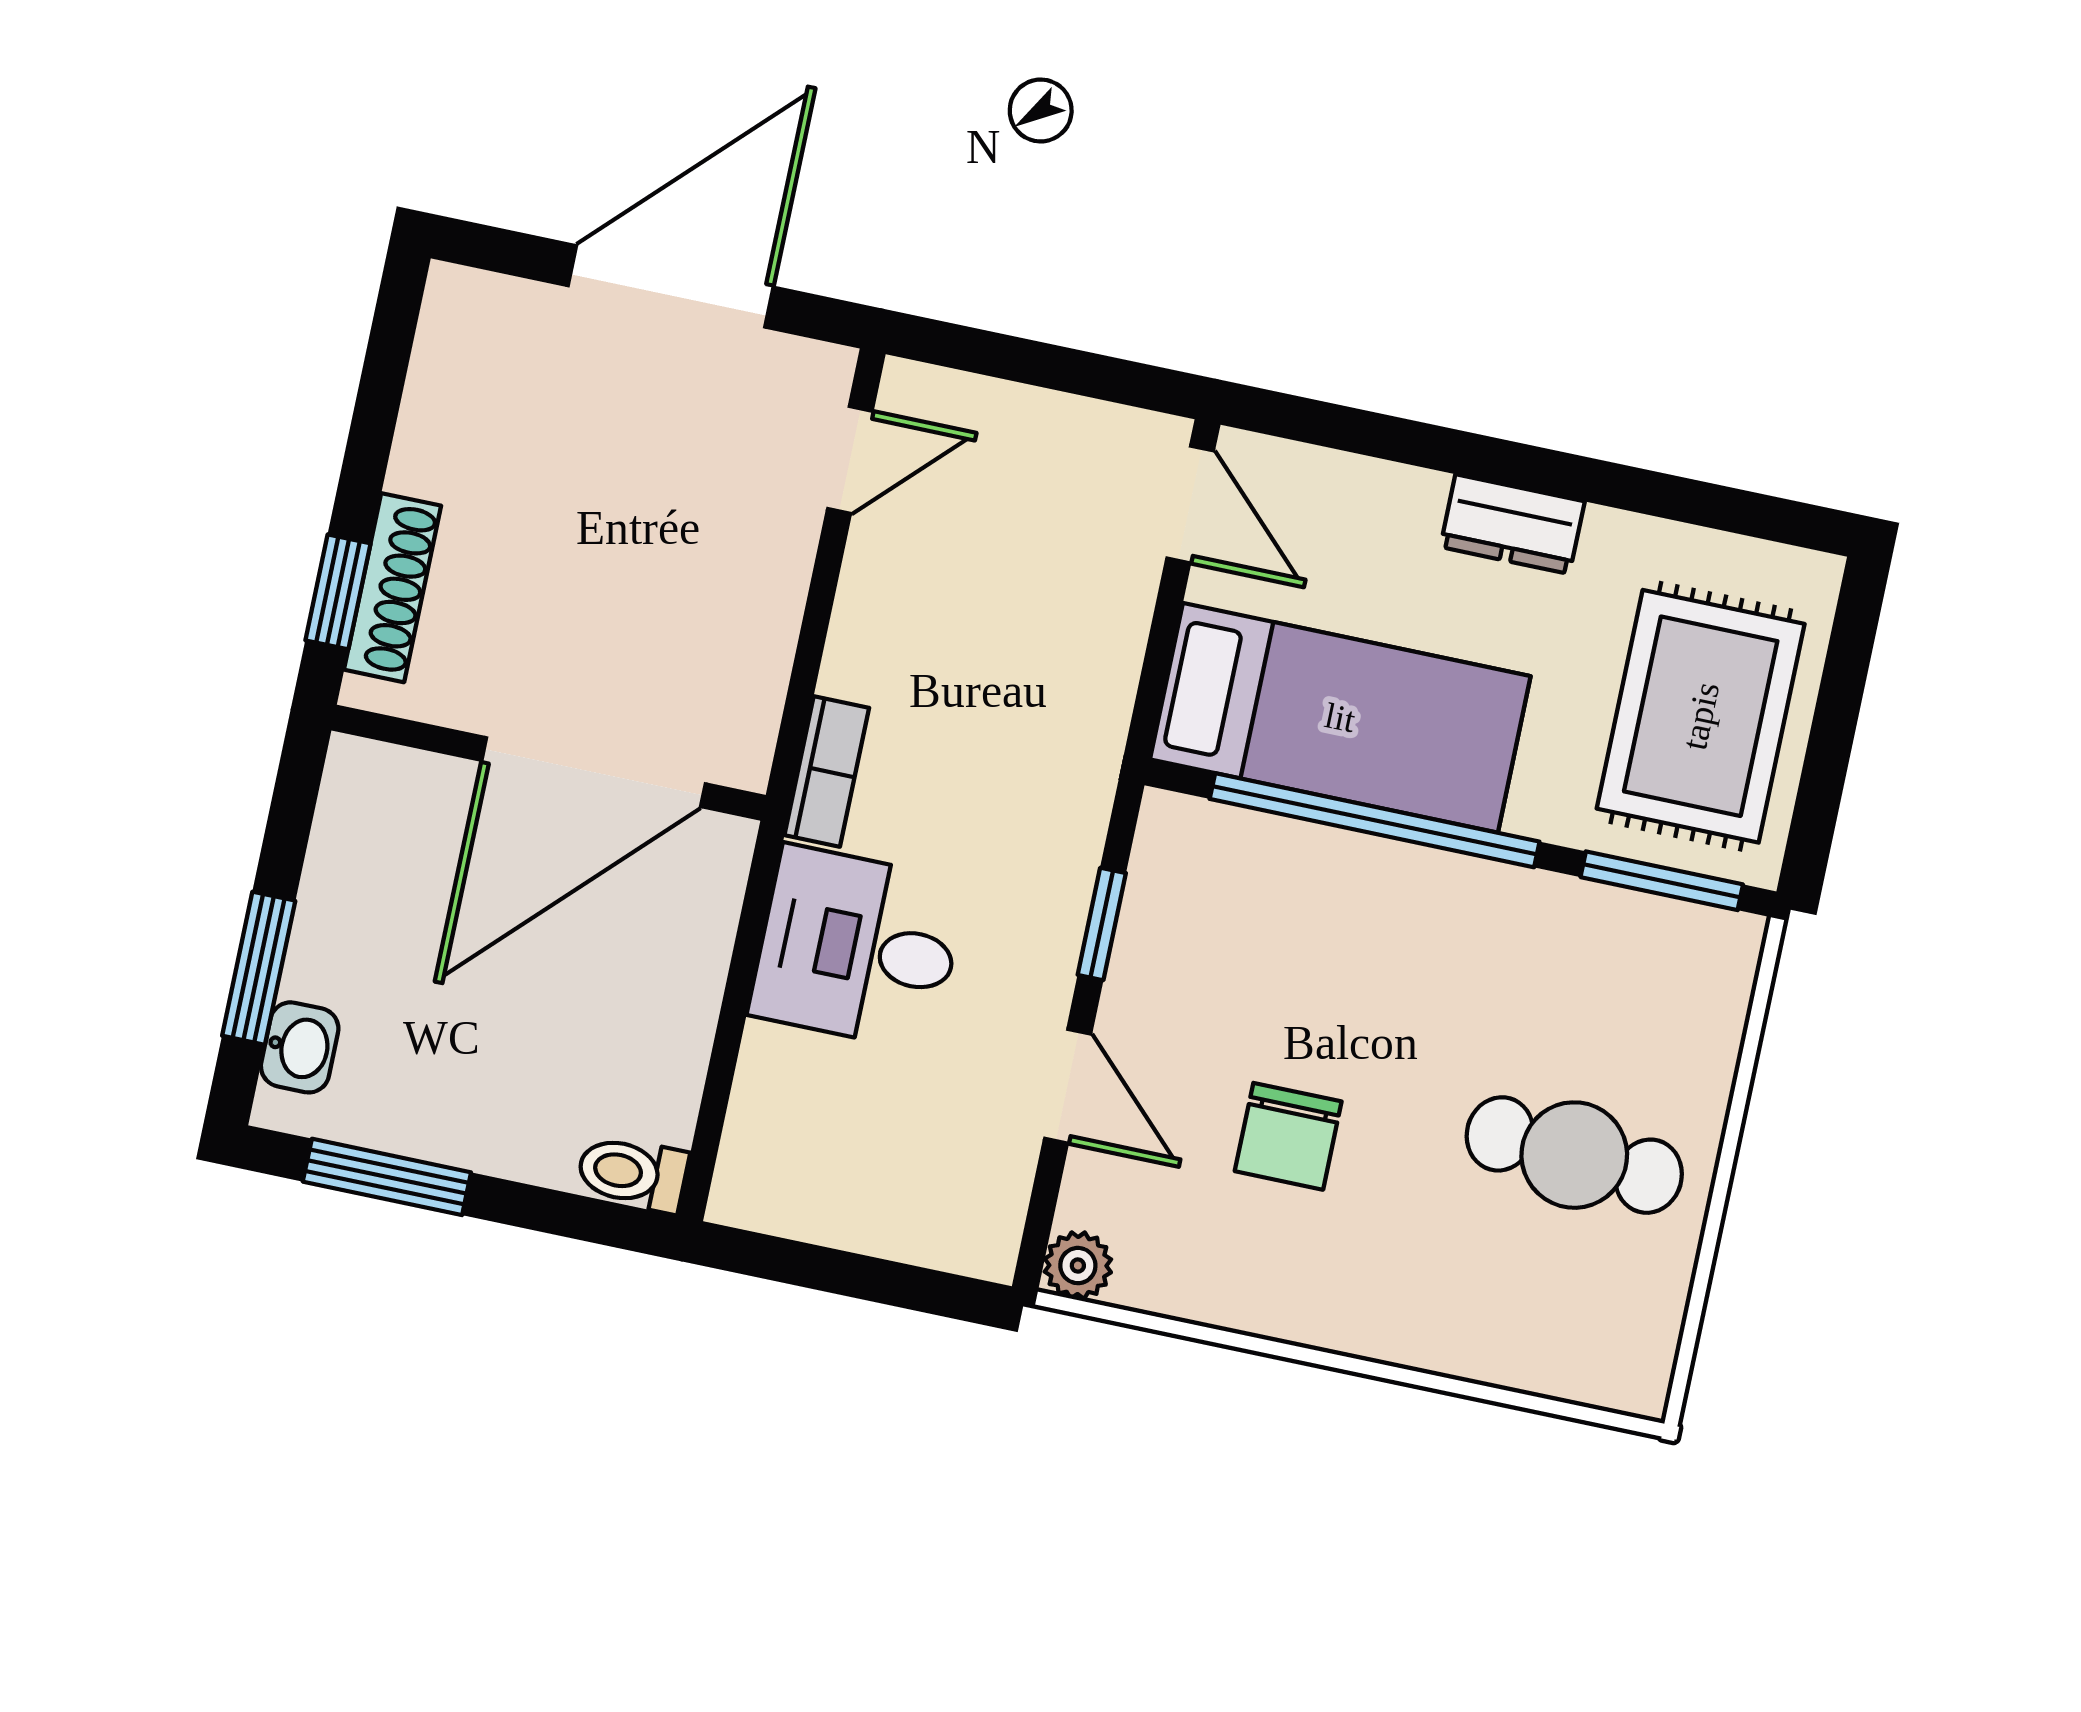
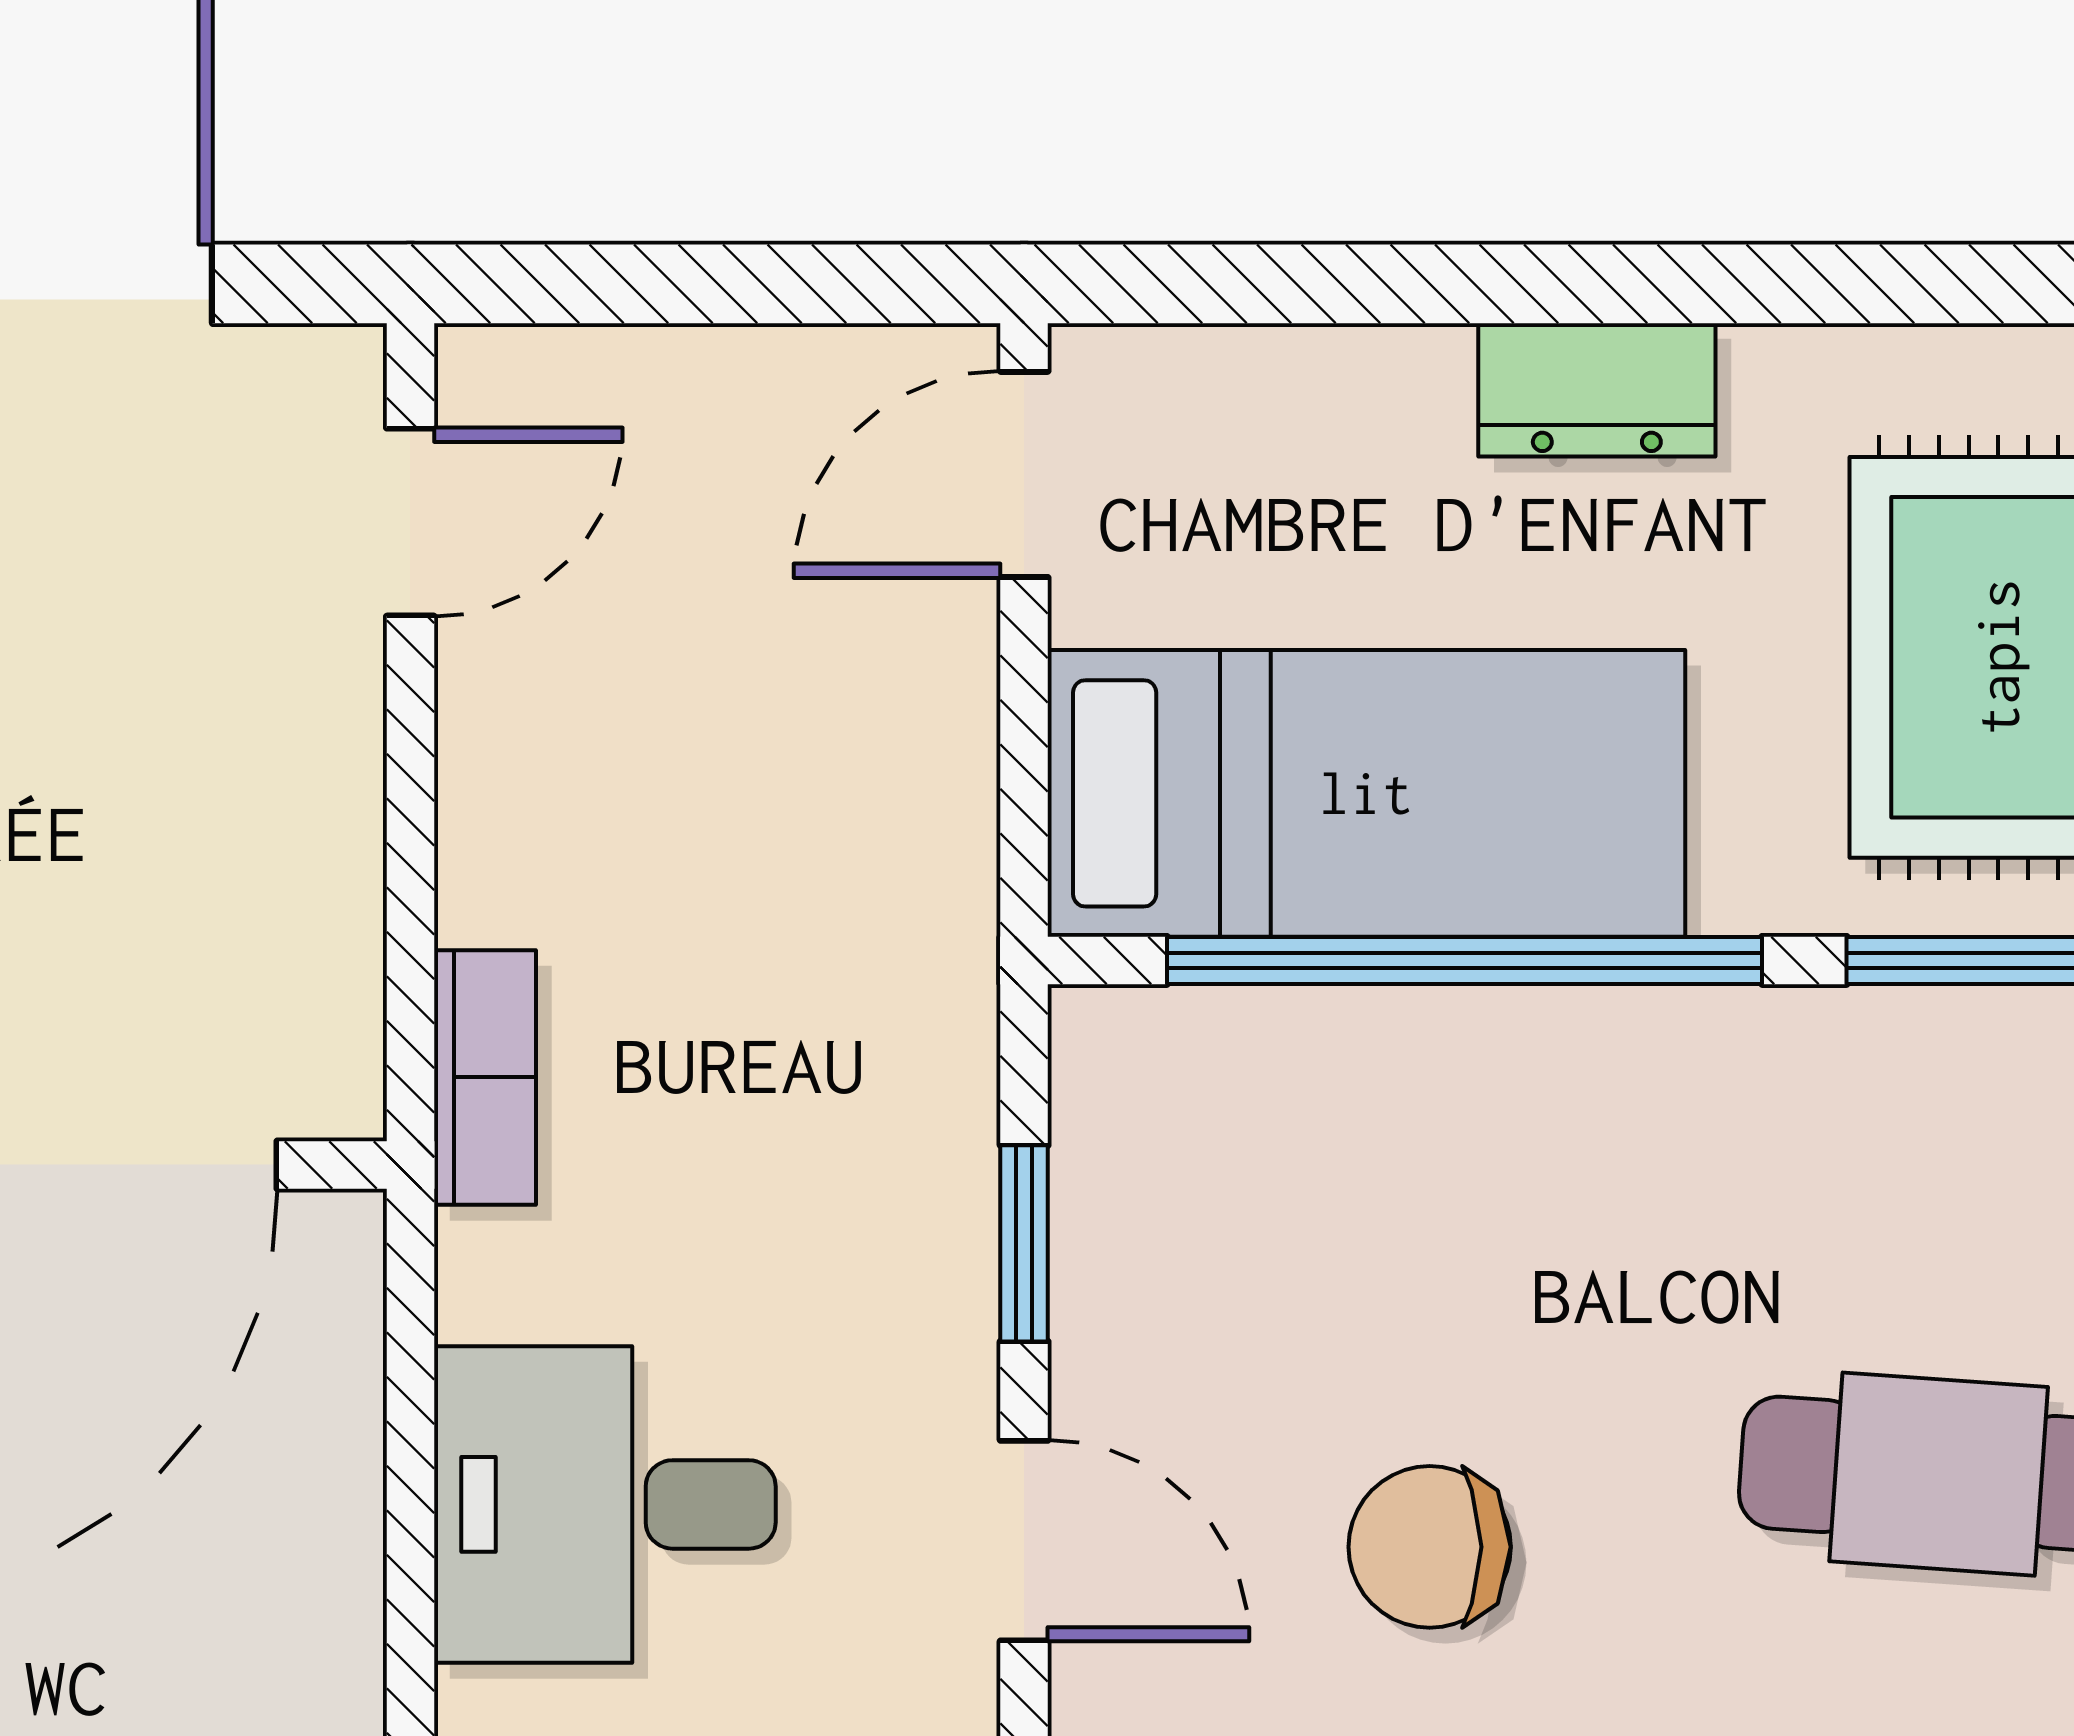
door: (1190, 504) -> (1024, 474), swing flipped
desk: (858, 948) -> (605, 1504), moved
chair: (1288, 1136) -> (1430, 1547), turned 90

